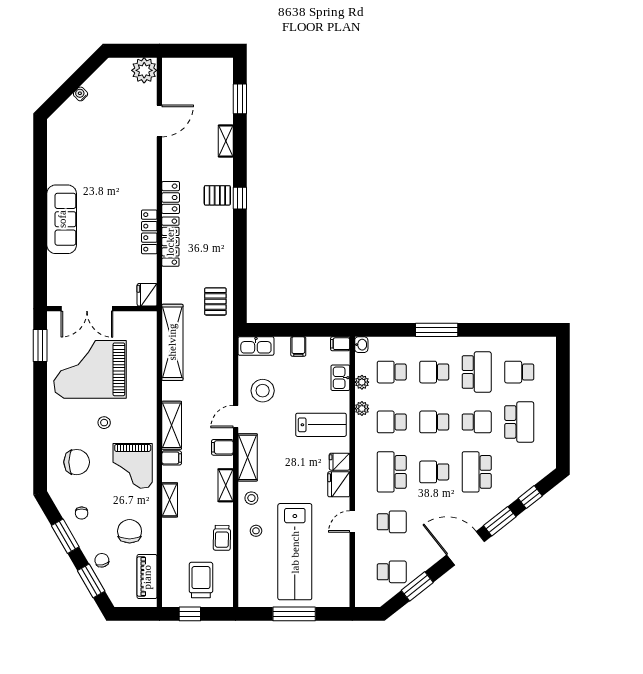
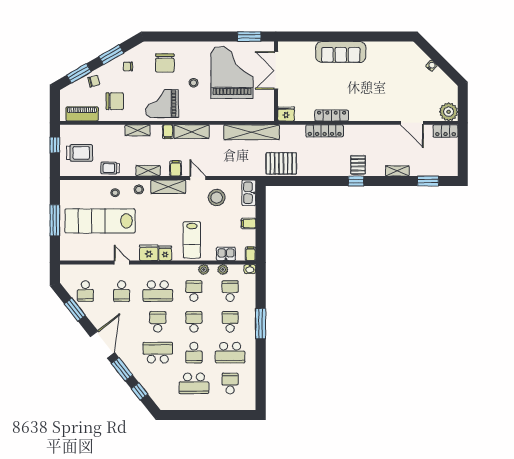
locker: (171, 198) -> (445, 131), moved
pallet: (215, 301) -> (281, 163), width x1.50, depth x1.42
school desk: (392, 472) -> (158, 291), turned 180

